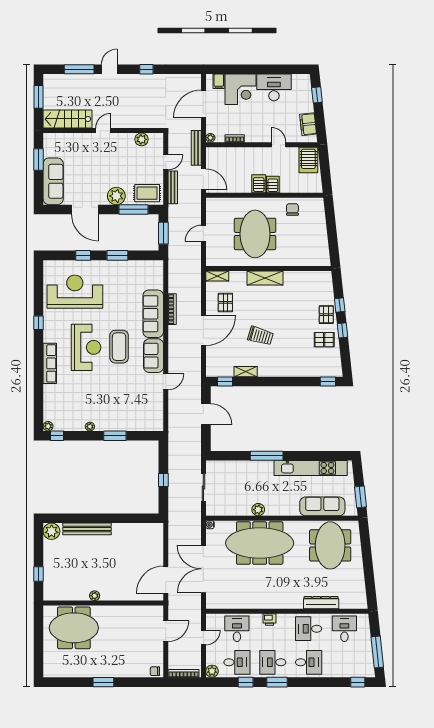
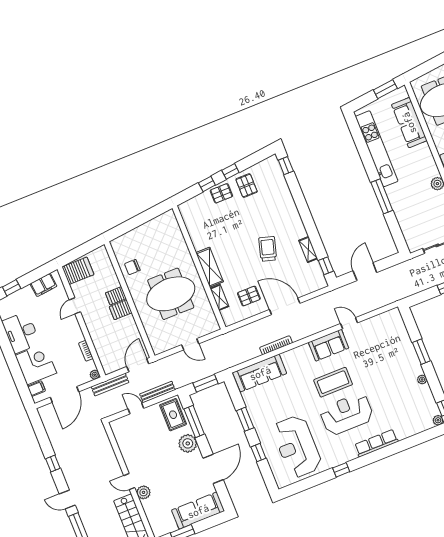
door: (203, 104) -> (64, 395), hinge flipped
plant: (142, 139) -> (144, 492), moved
shelving: (217, 276) -> (219, 297), moved
sofa: (153, 314) -> (260, 373), moved

